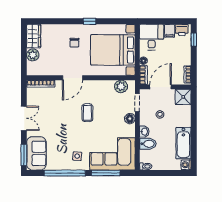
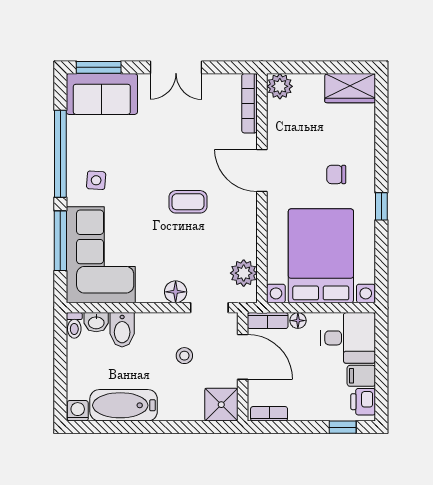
plant: (33, 55) -> (280, 86), moved
washbasin: (144, 132) -> (96, 322), moved

